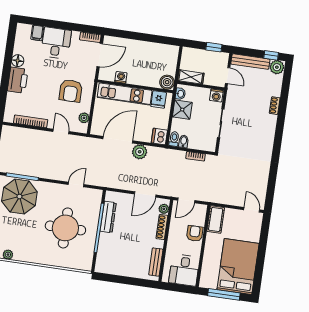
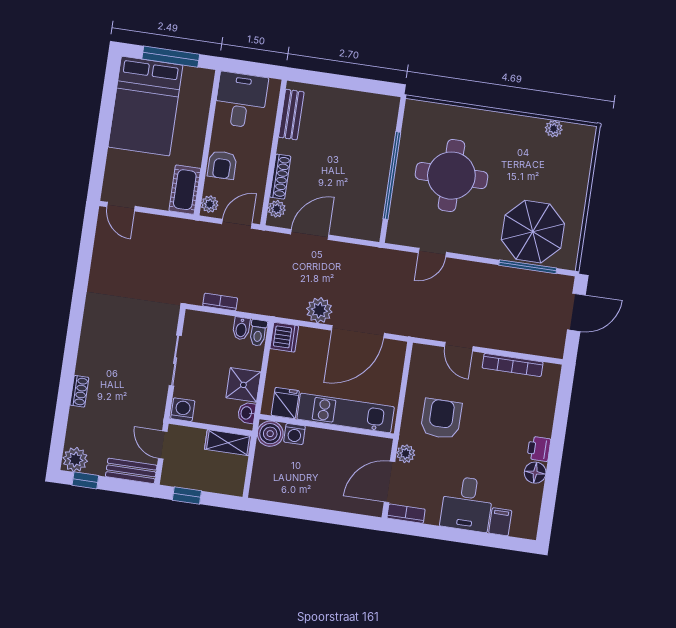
bench: (250, 62) -> (131, 471), width x0.73
washing machine: (121, 77) -> (295, 434), moved
printer: (18, 80) -> (539, 449), width x0.53, depth x0.68
plant: (84, 118) -> (406, 454), moved
plant: (202, 211) -> (210, 204), added
dresser: (108, 217) -> (376, 195), removed

